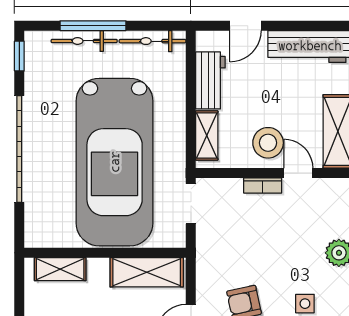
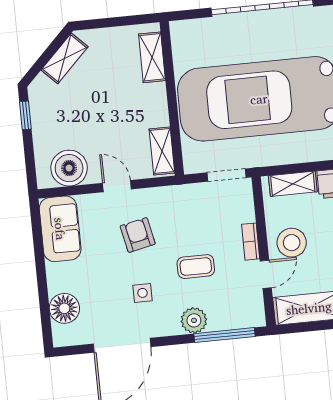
coffee table: (283, 245) -> (196, 267), added
shelving: (147, 272) -> (162, 151), width x0.67, depth x0.75

